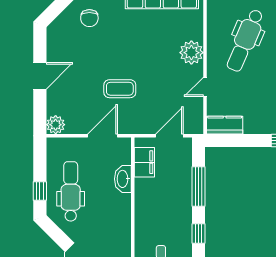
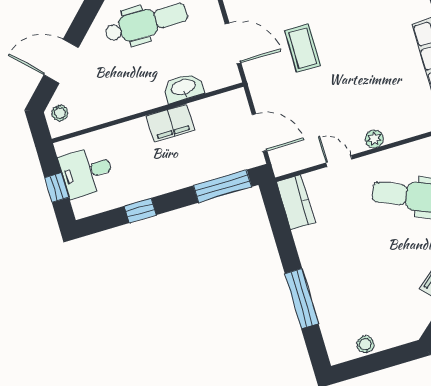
plant: (191, 53) -> (374, 139), width x0.53, depth x0.53
filing cabinet: (144, 162) -> (170, 123), moved
window: (199, 187) -> (223, 186), moved

